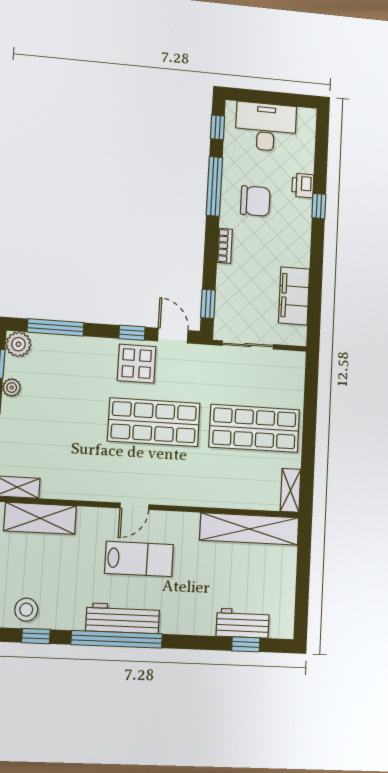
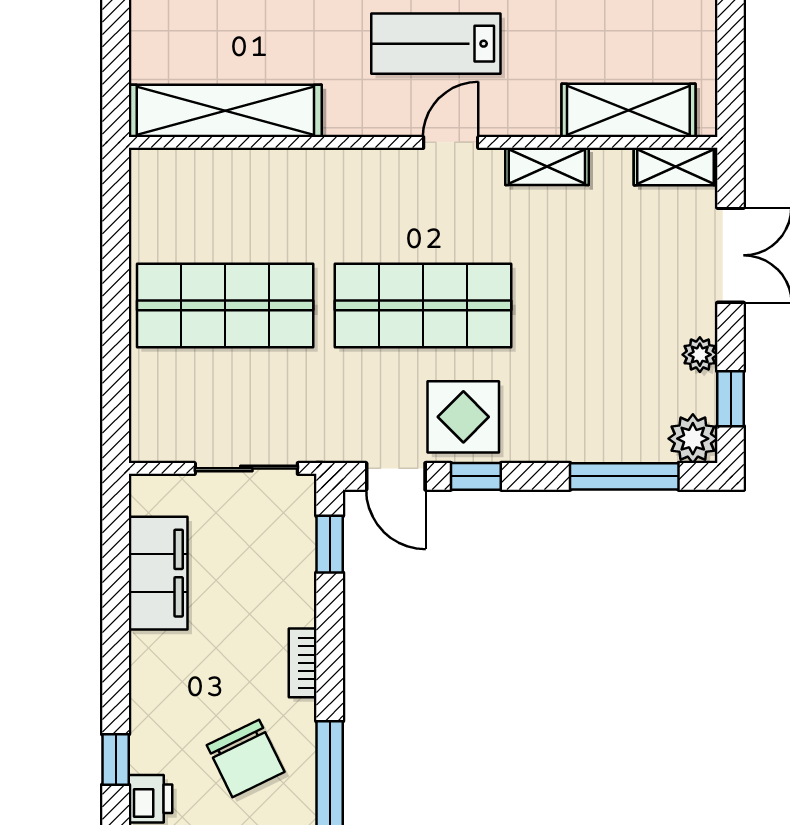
chair: (255, 201) -> (246, 759), turned -116
shelving: (291, 490) -> (547, 166), moved, turned 90

